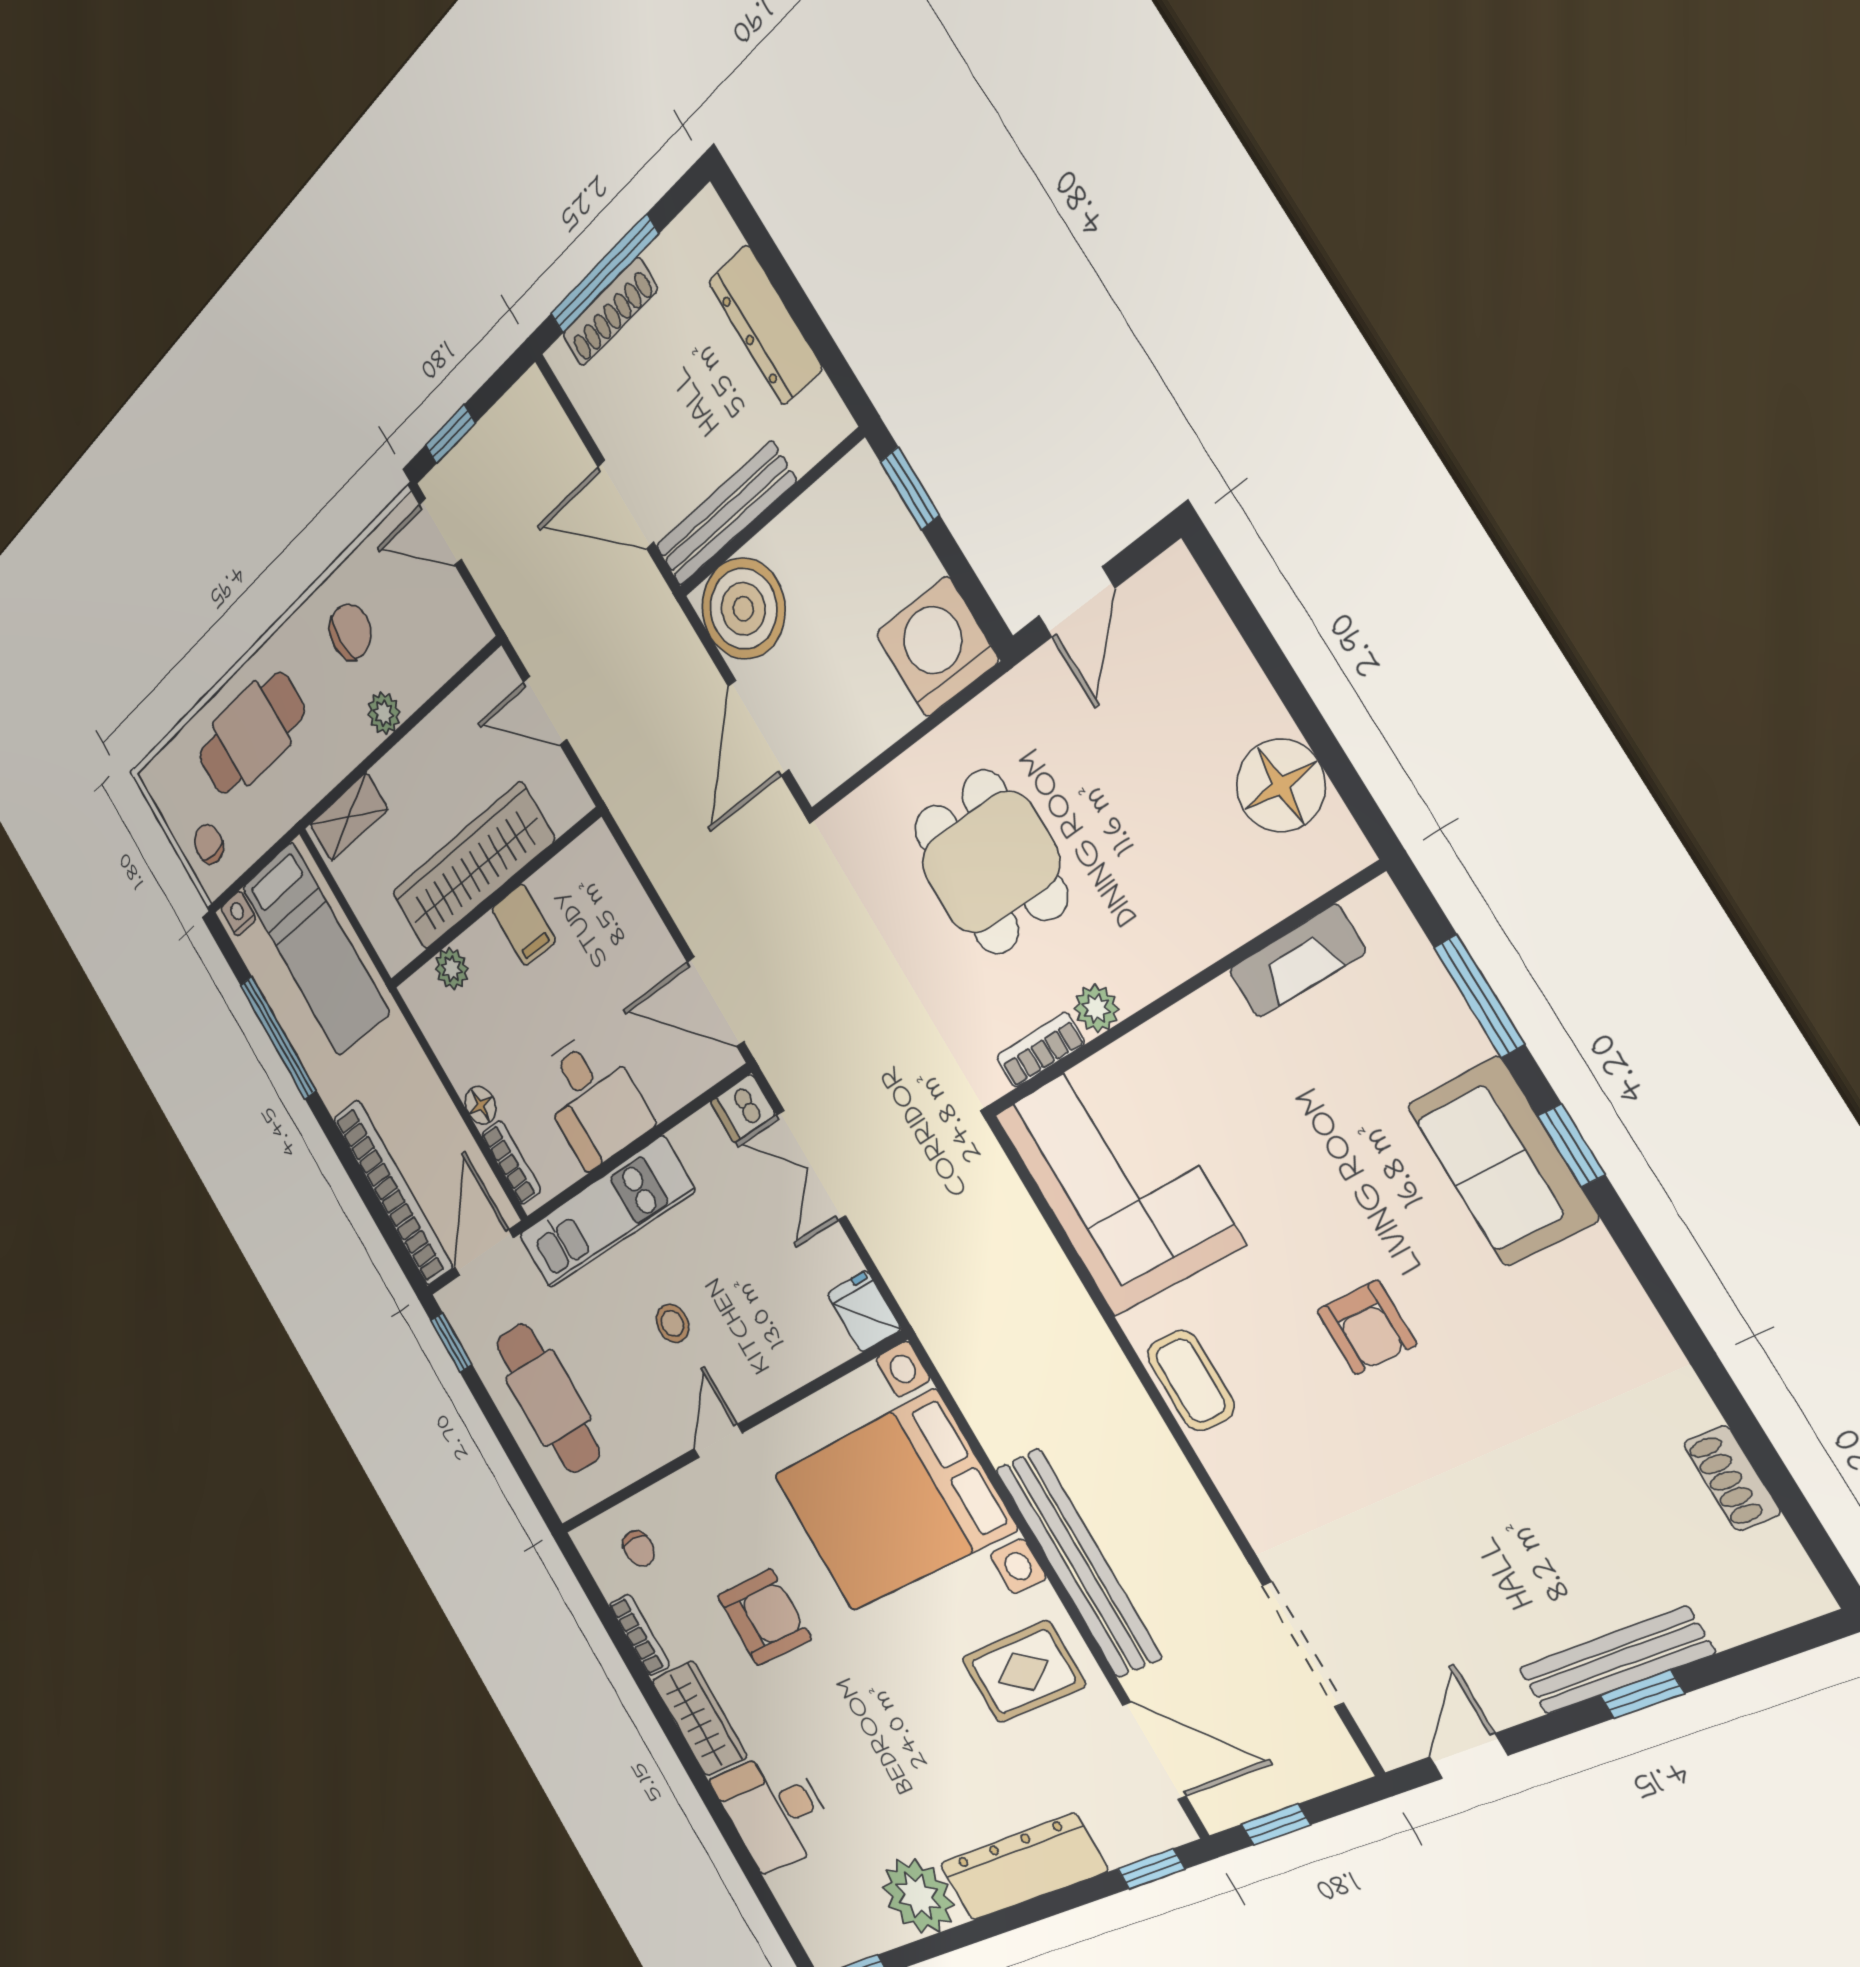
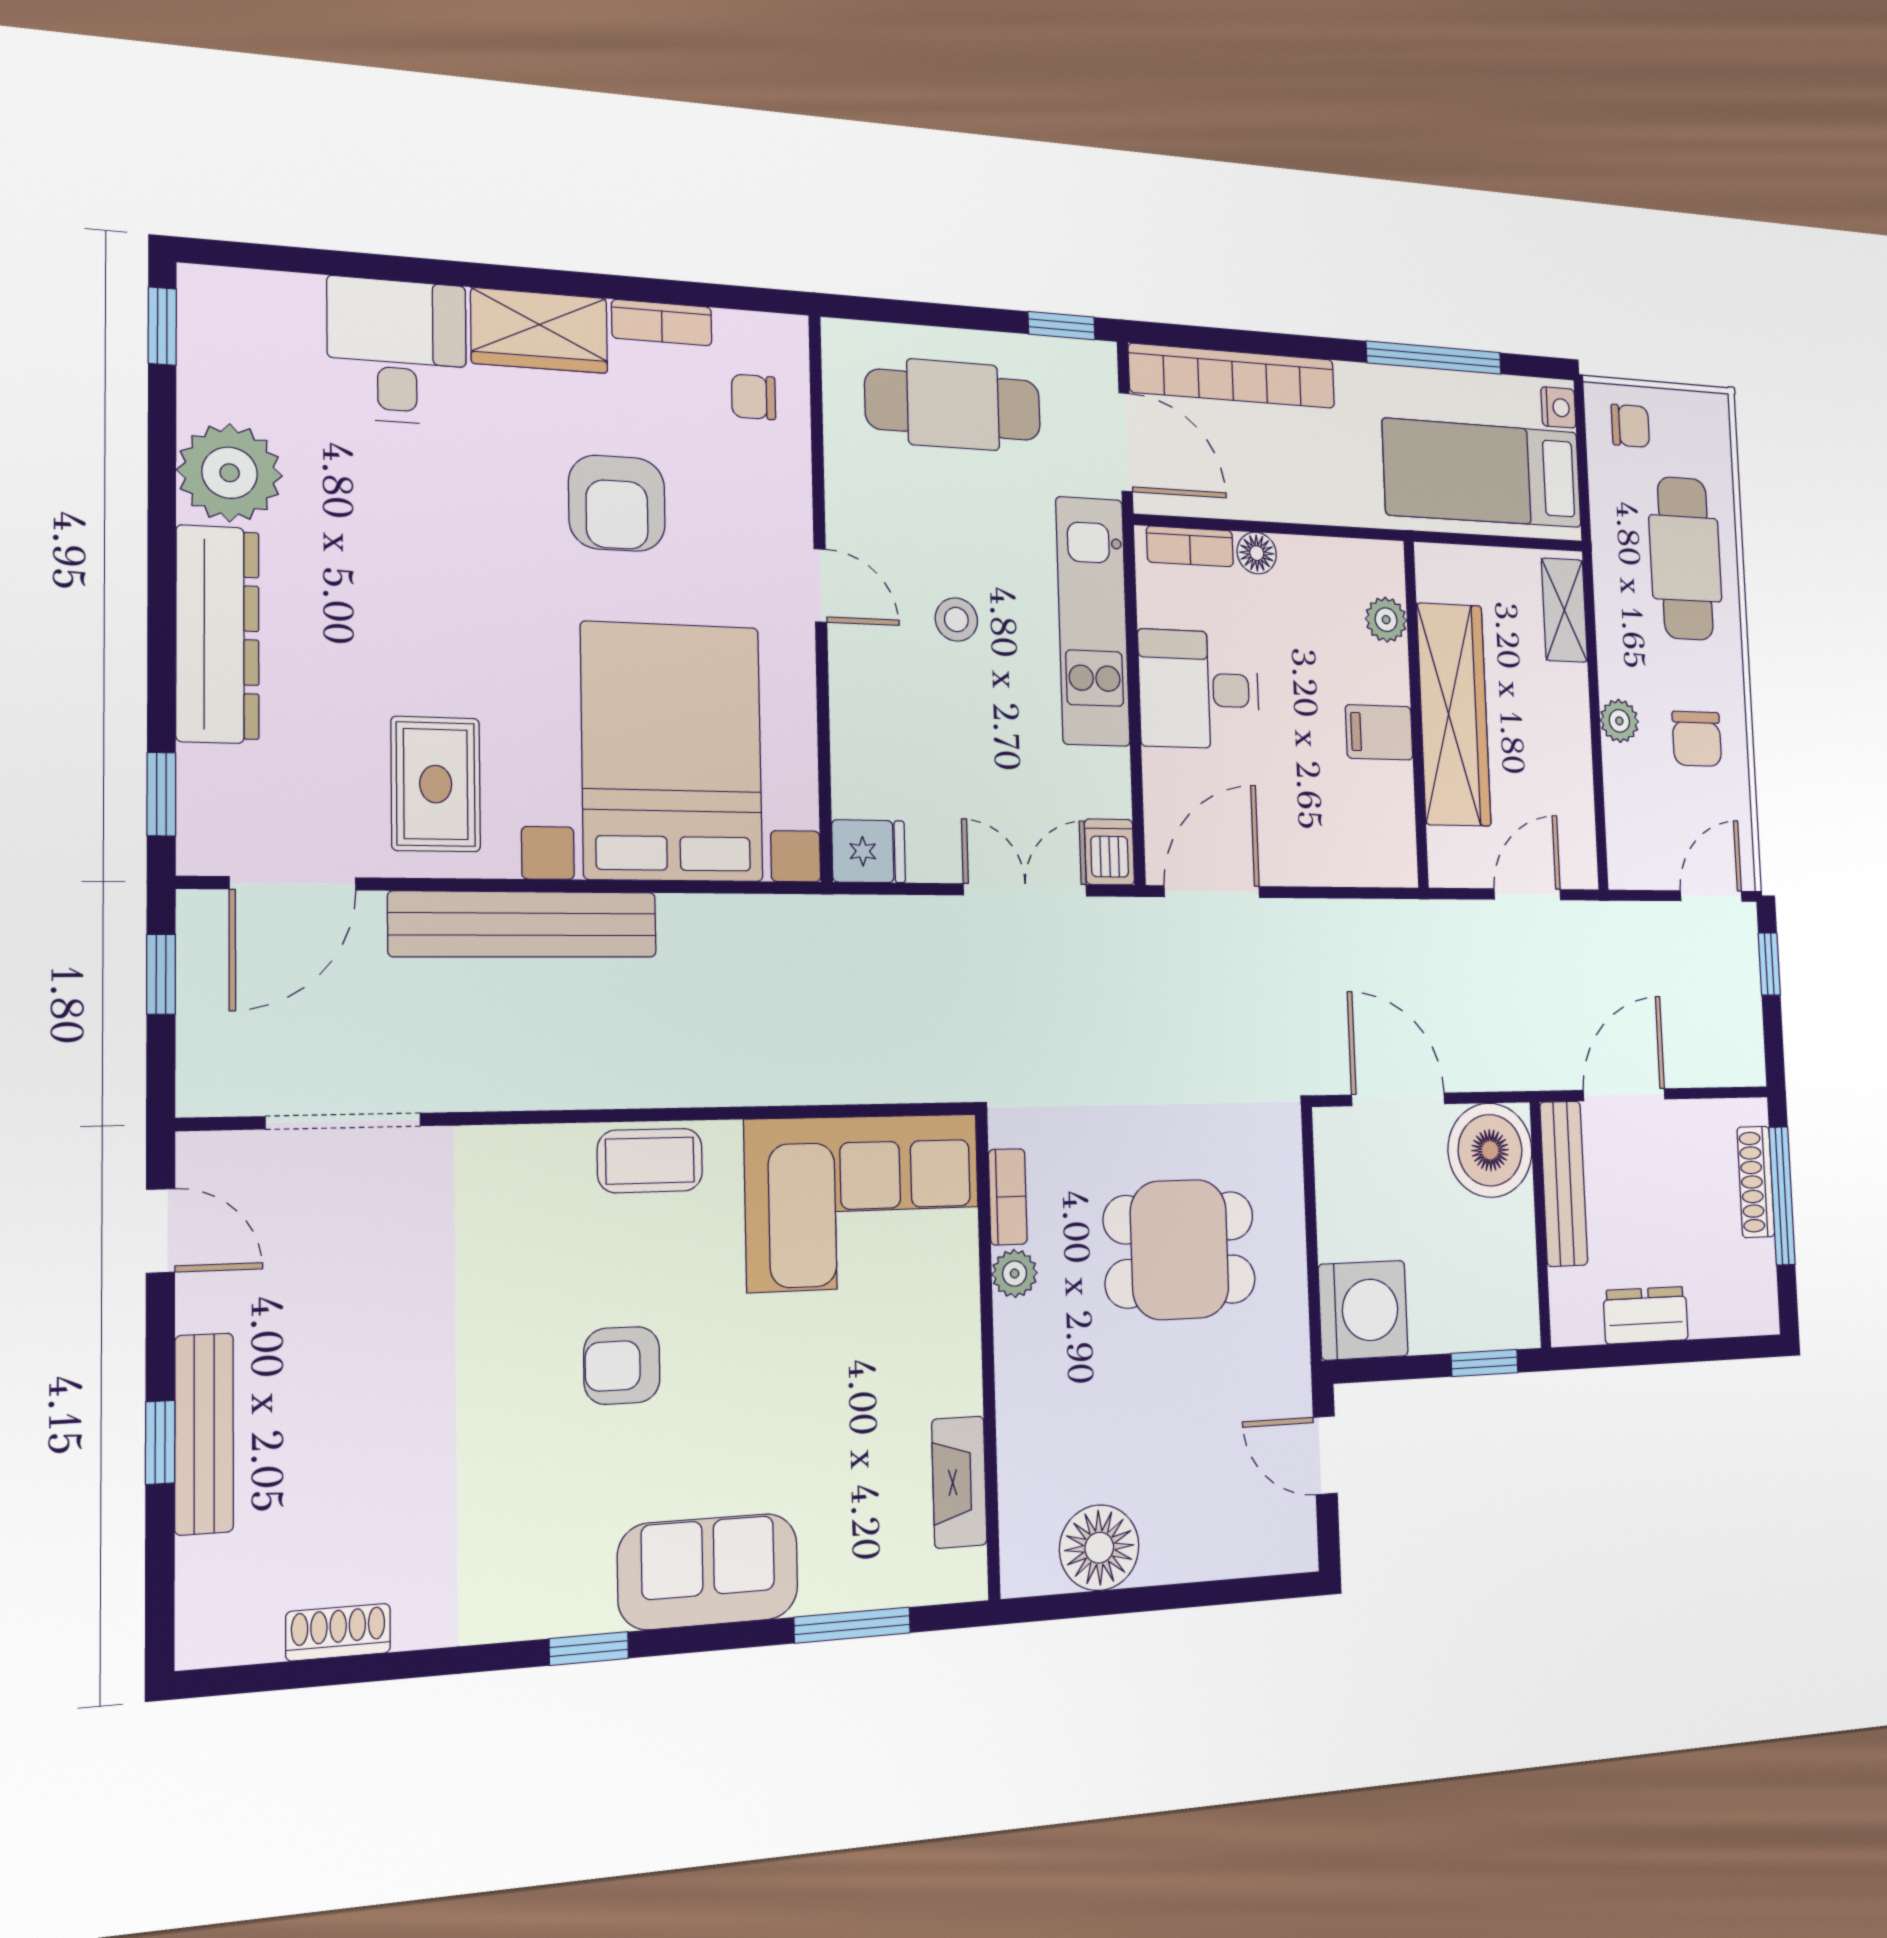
dresser: (765, 325) -> (1646, 1315), width x0.70
window: (1571, 1145) -> (589, 1649), moved

